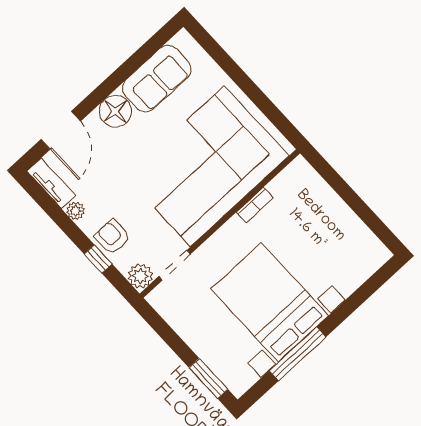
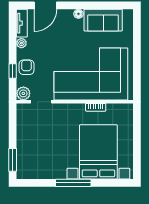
floor lamp: (115, 111) -> (78, 14), width x0.53, depth x0.53
bed with nightstands: (270, 302) -> (98, 152), moved
window: (298, 354) -> (73, 183), moved

